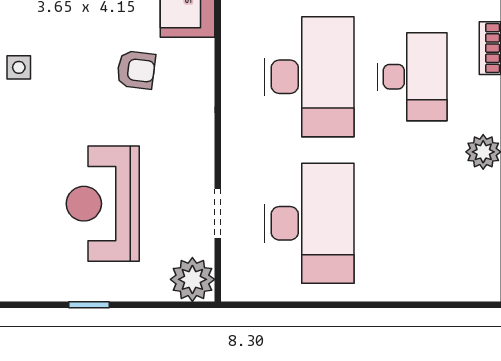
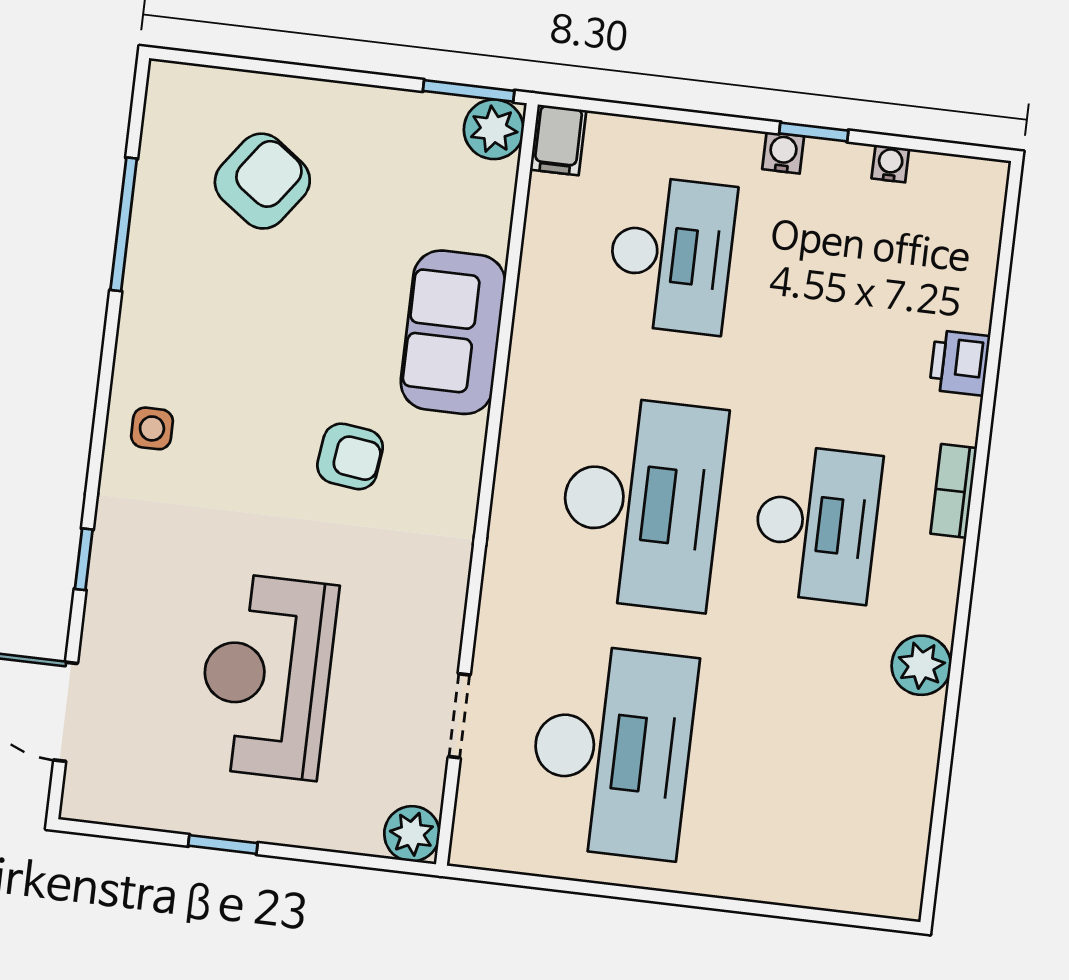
plant: (192, 279) -> (412, 834), width x0.73, depth x0.73

